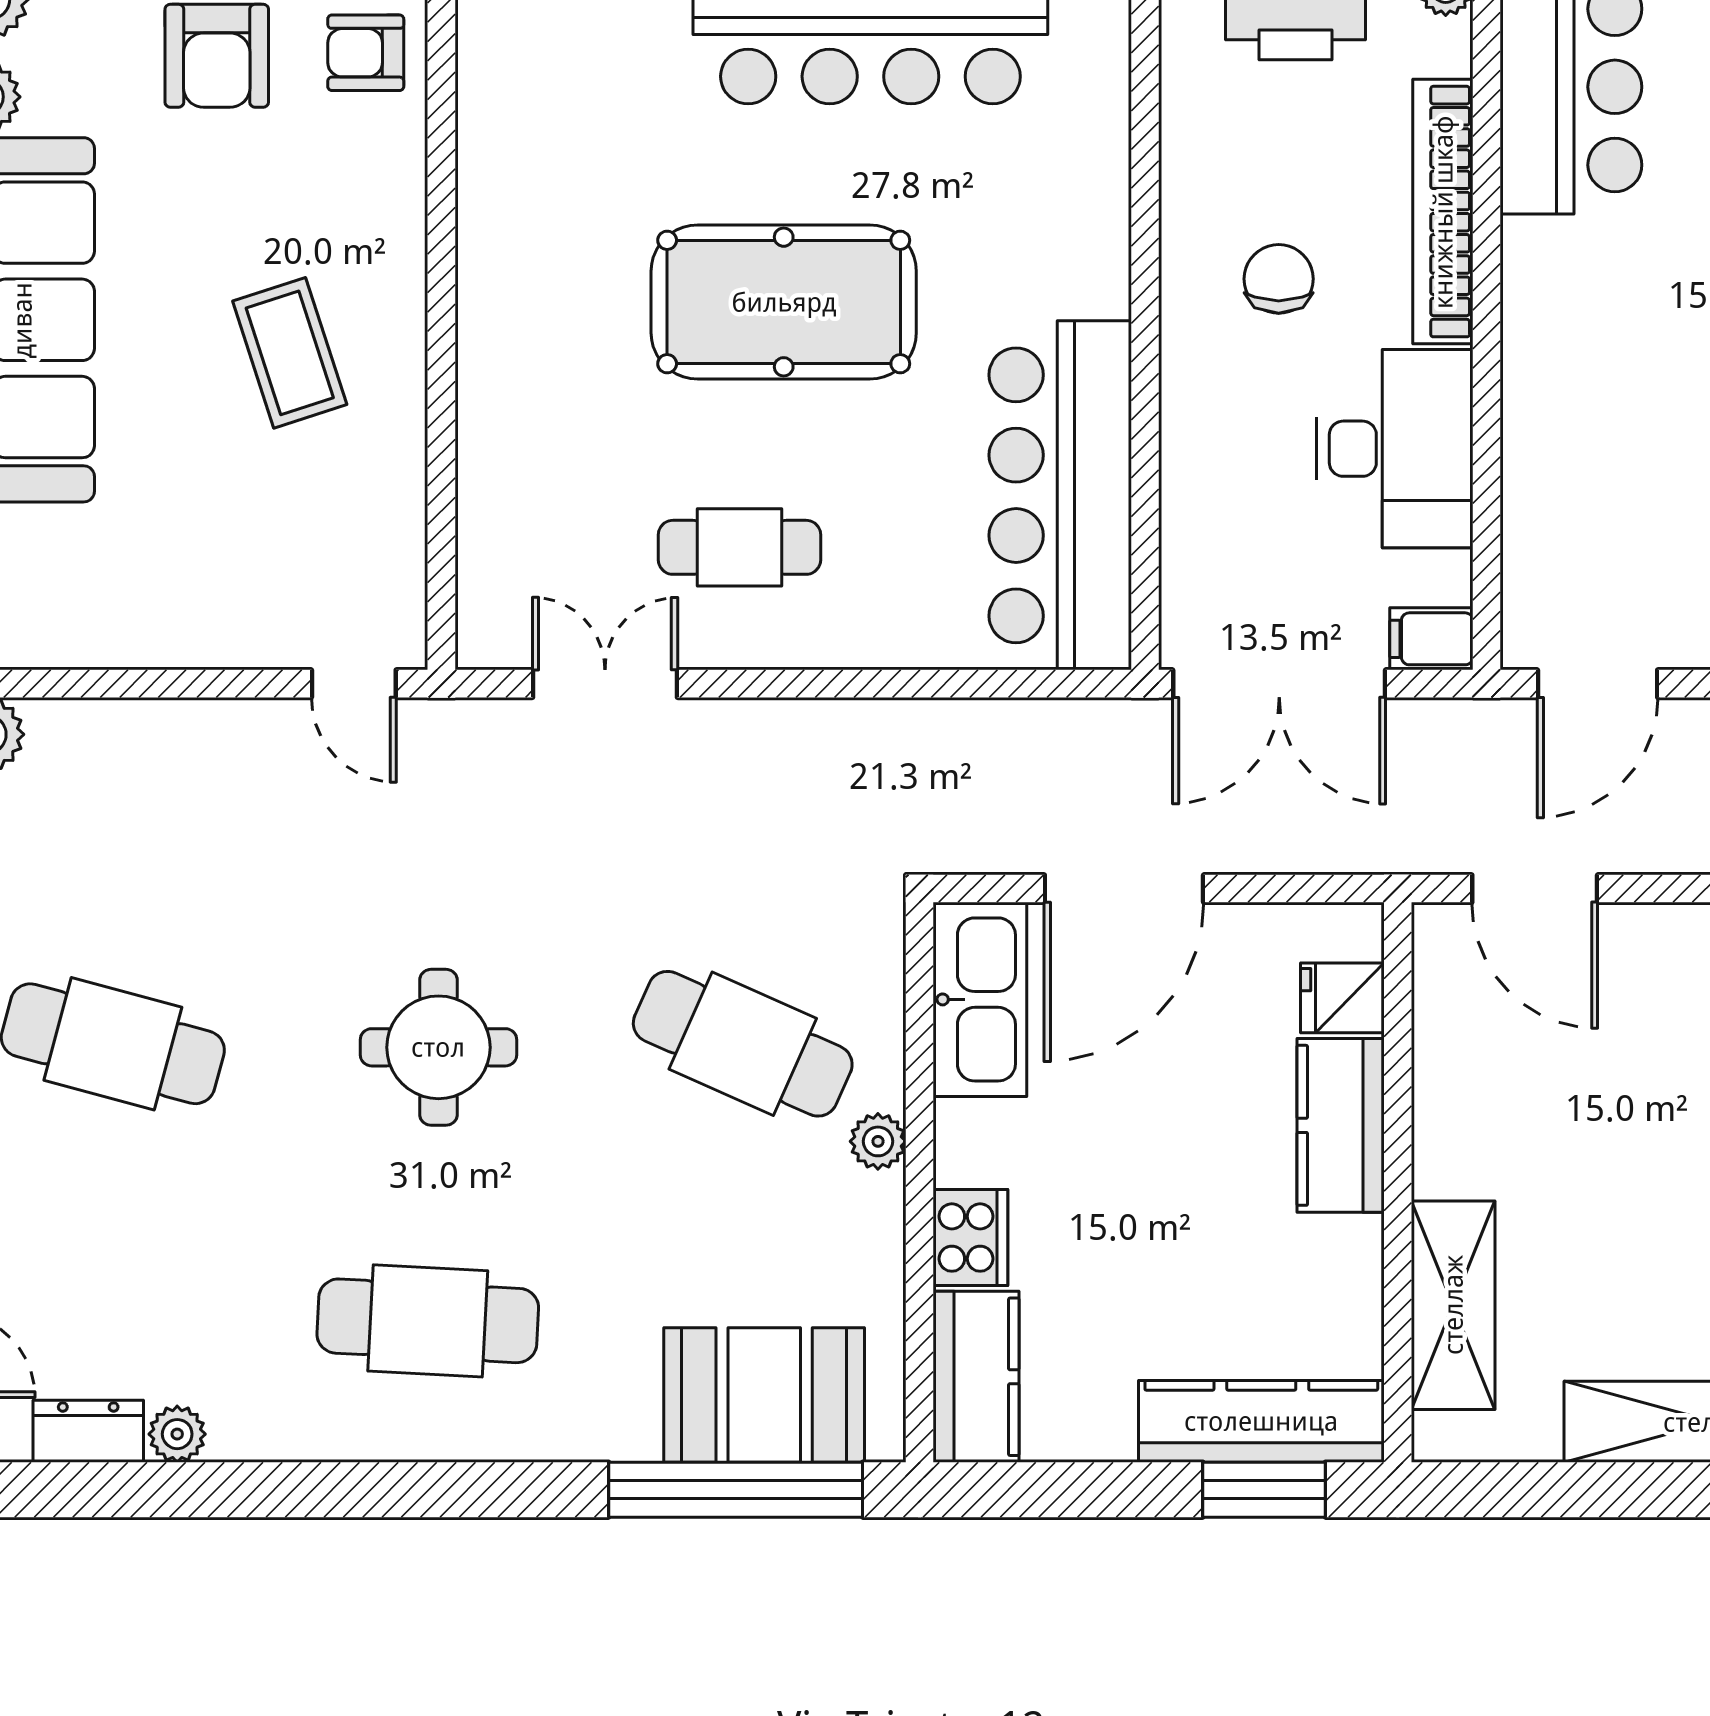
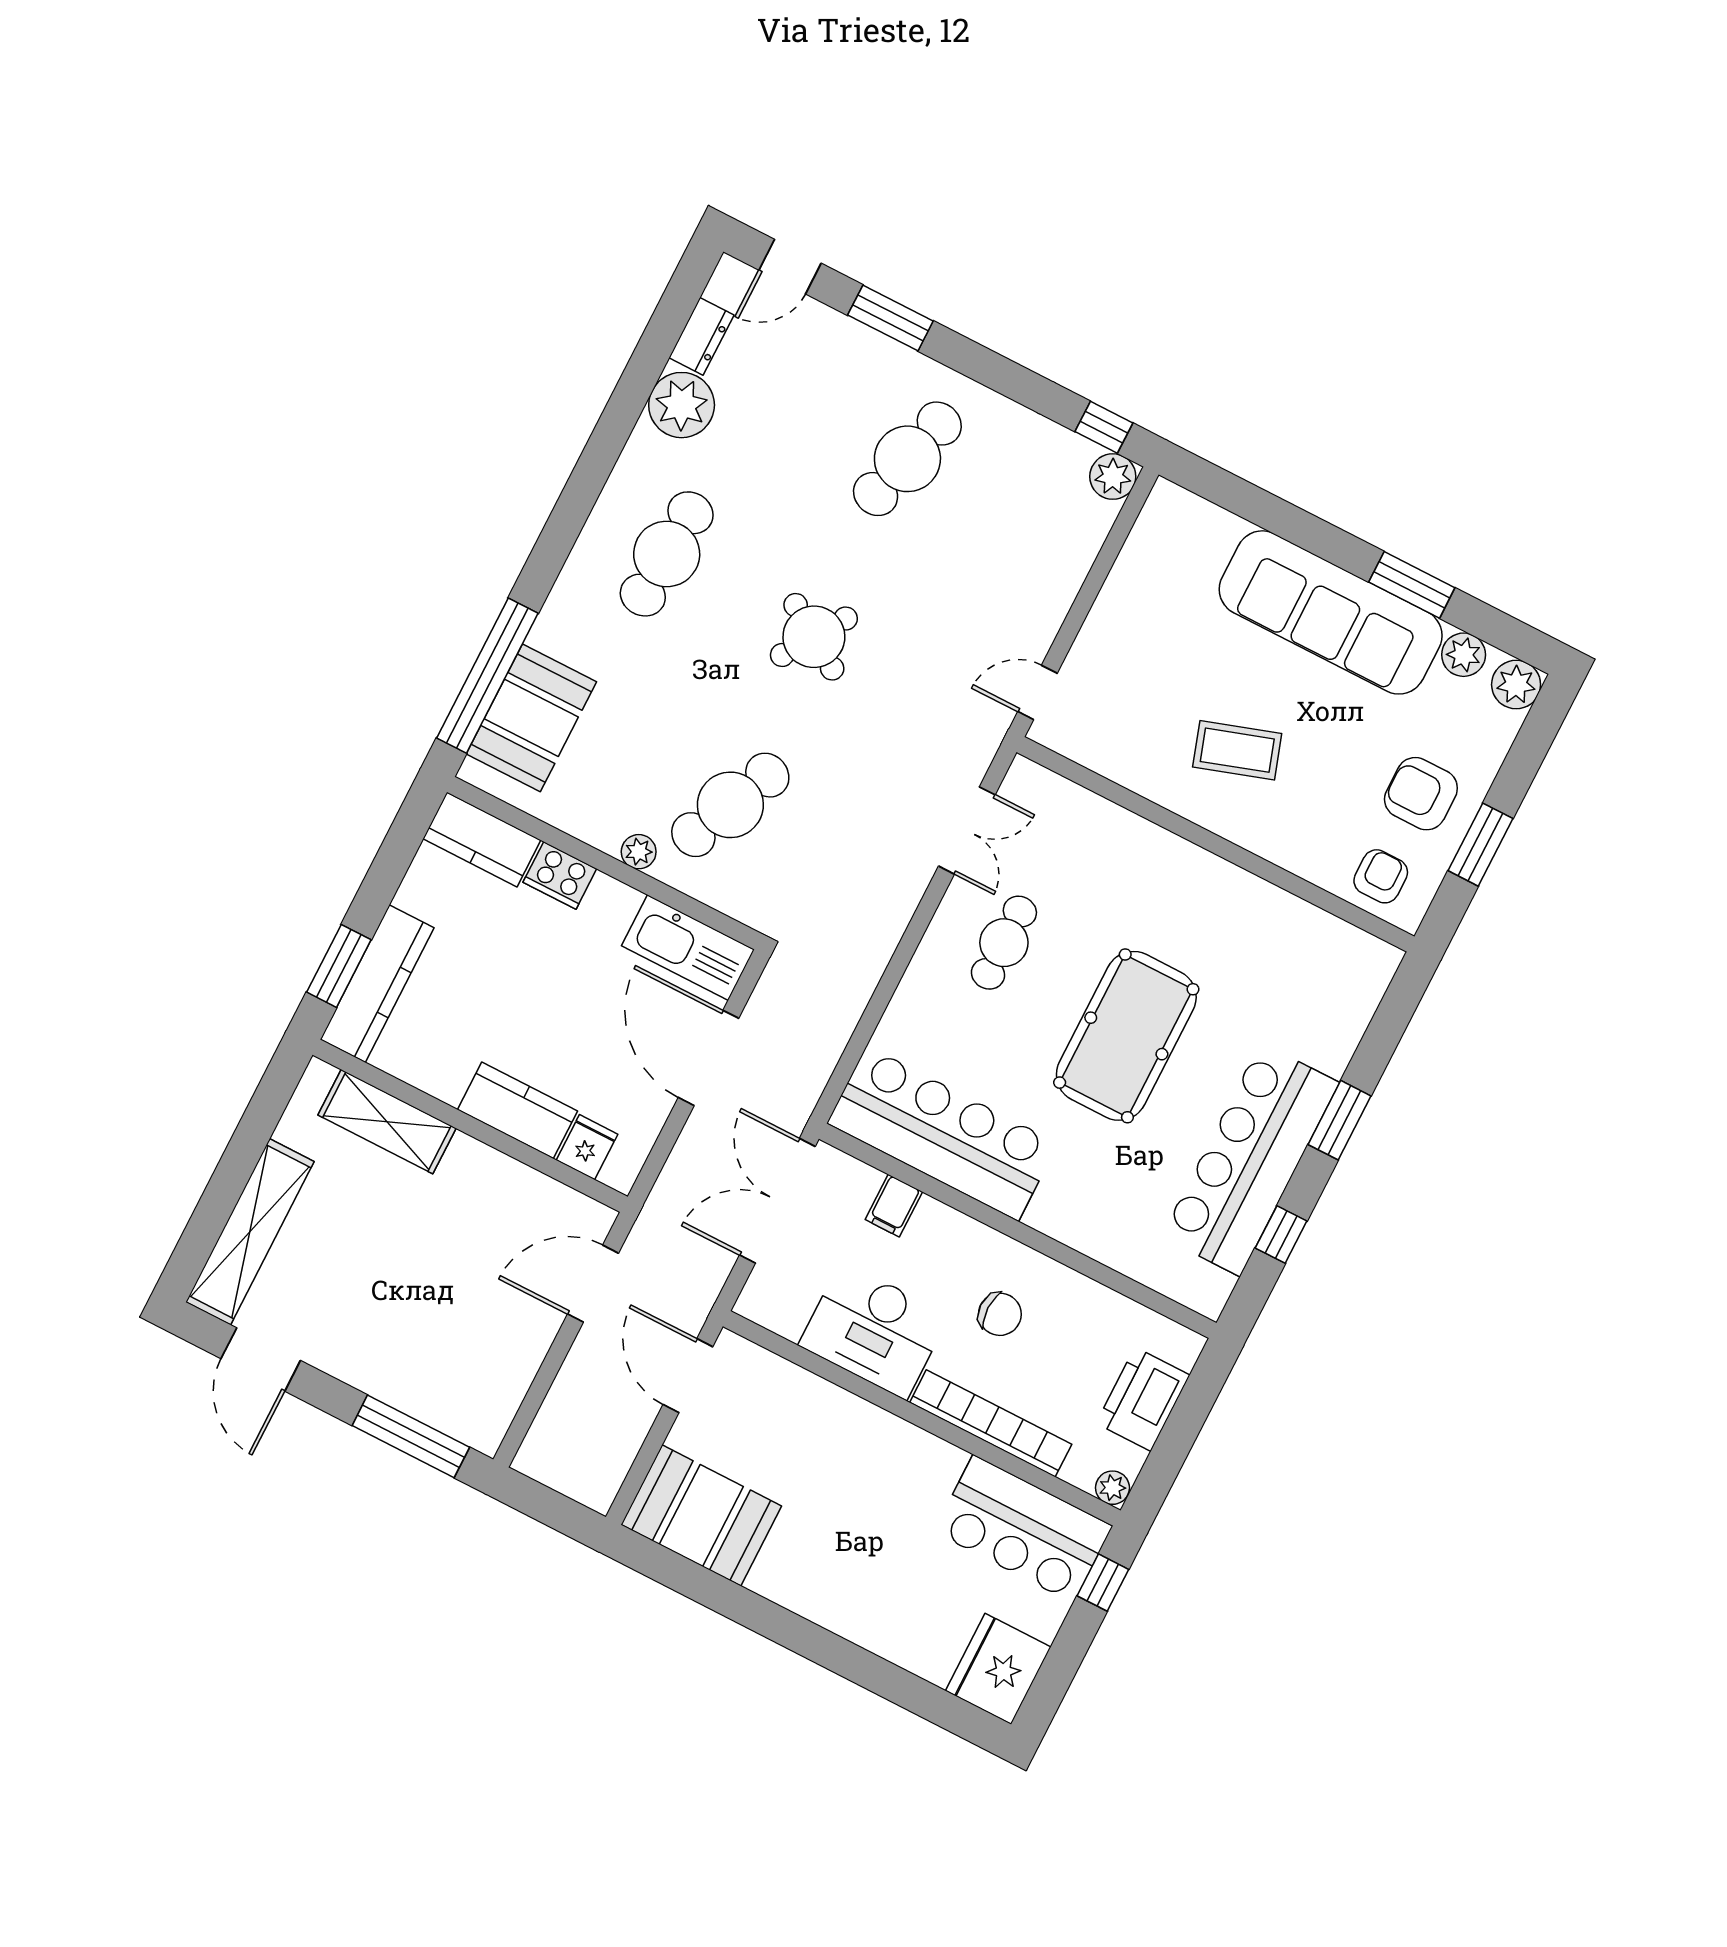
filing cabinet: (1431, 639) -> (894, 1206), moved, turned 180
round table: (438, 1047) -> (814, 637), turned 33
plant: (177, 1434) -> (682, 405), width x1.87, depth x1.87

